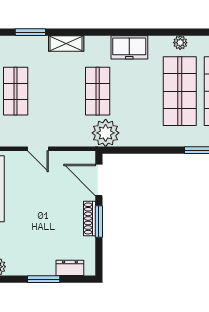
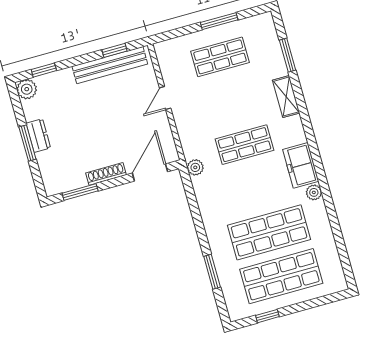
plant: (180, 43) -> (314, 192), moved
plant: (106, 133) -> (195, 167), width x0.53, depth x0.53
window: (99, 221) -> (80, 192), moved
dresser: (70, 268) -> (38, 136), moved

